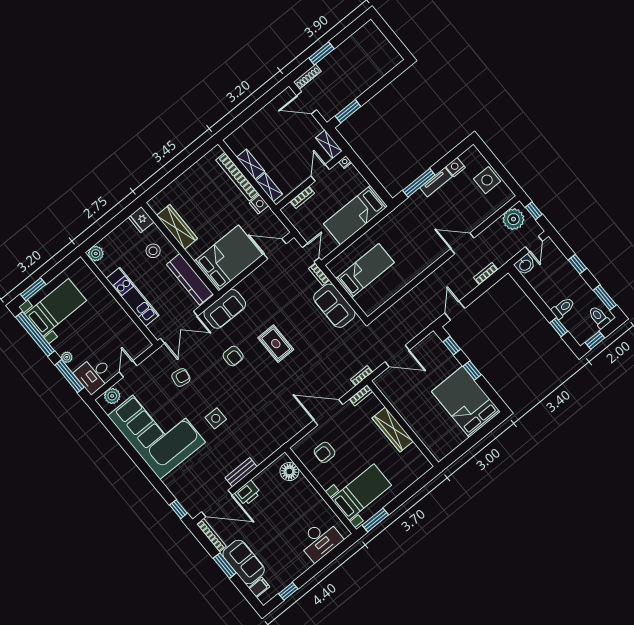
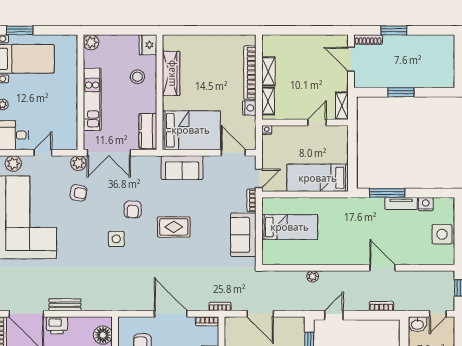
window: (348, 111) -> (401, 92), moved
nightstand: (345, 162) -> (267, 130), moved
bookcase: (302, 197) -> (287, 130), removed
plant: (513, 219) -> (313, 276), moved, width x0.53, depth x0.53
kitchen counter: (190, 279) -> (148, 131), width x0.67
sofa: (225, 309) -> (182, 168), moved
rug: (276, 344) -> (174, 227), turned 90
plant: (162, 355) -> (78, 163), added
side table: (216, 418) -> (116, 239), moved

